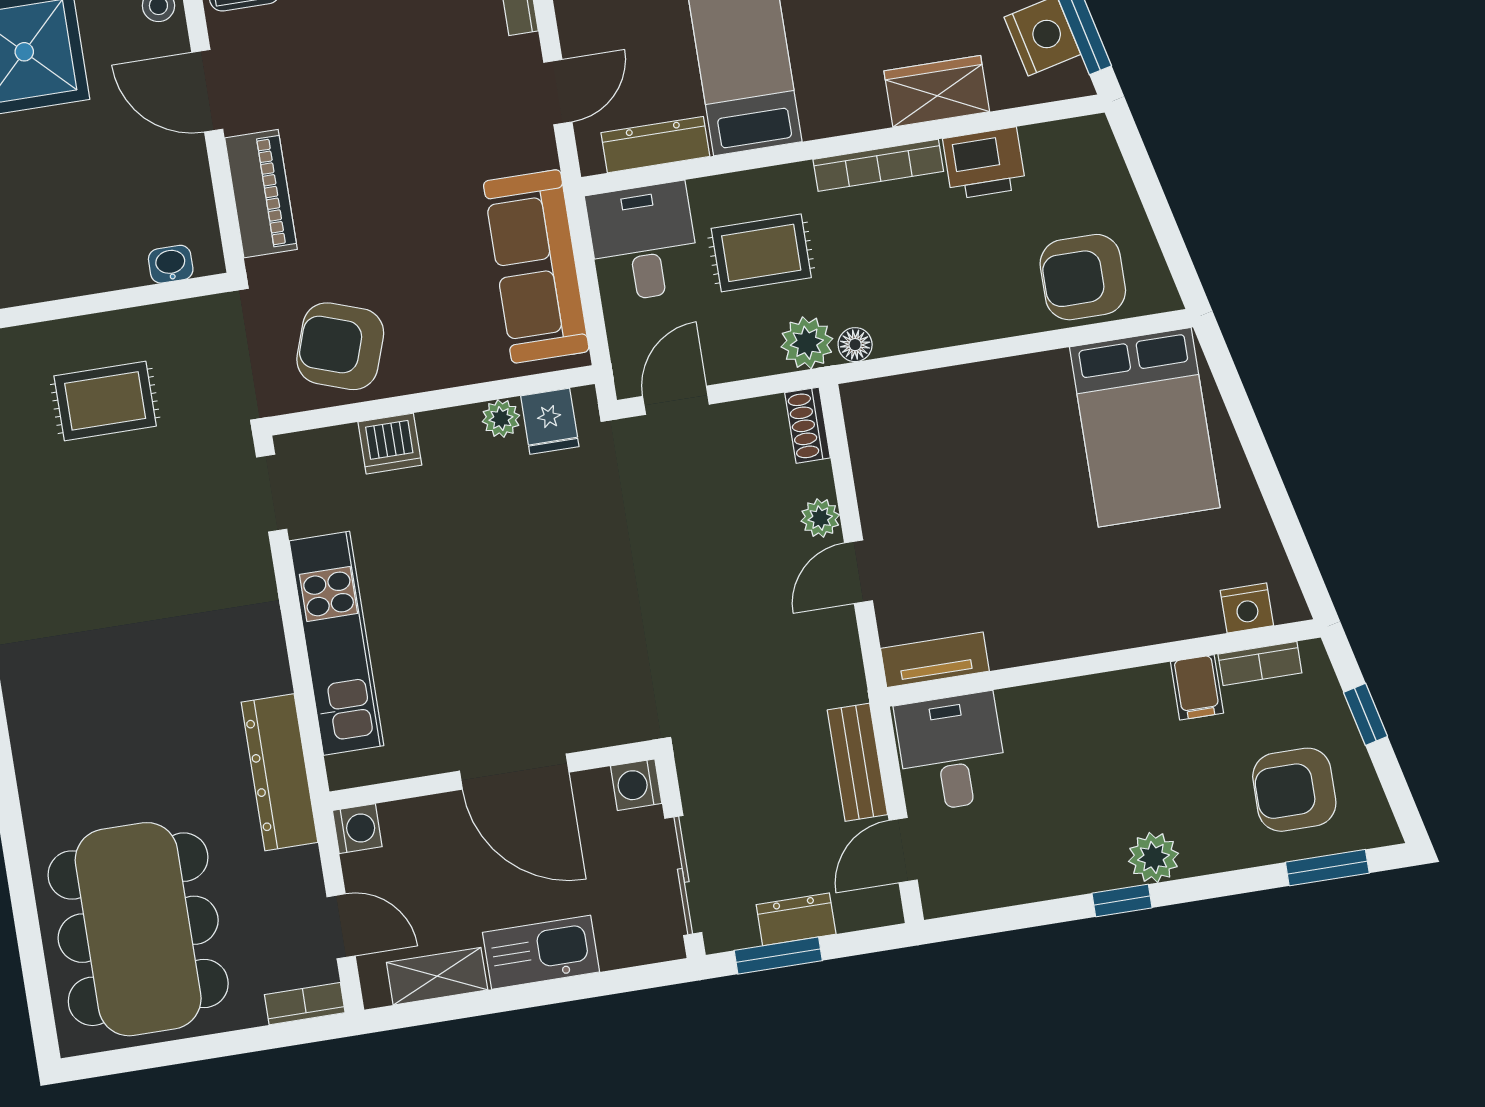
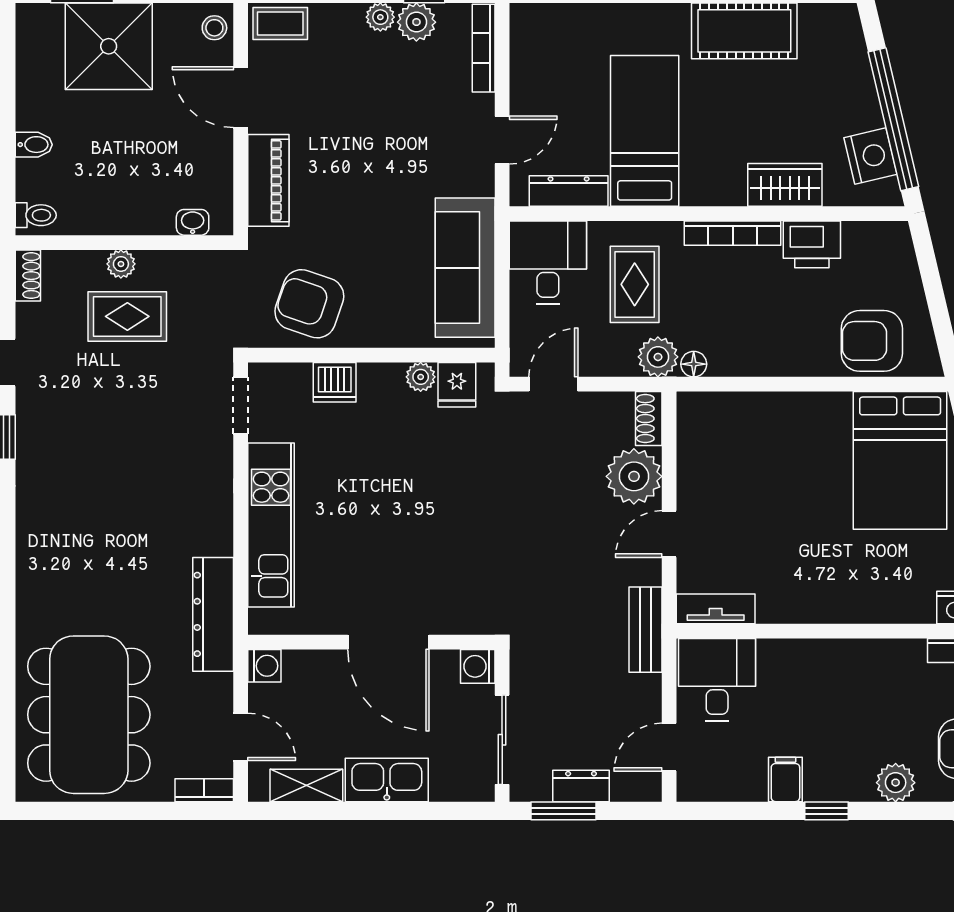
rug: (761, 253) -> (635, 284), turned 90
plant: (86, 334) -> (121, 264), added
plant: (820, 518) -> (634, 476), width x1.88, depth x1.88
filing cabinet: (1197, 687) -> (785, 779), moved, turned 180
bench: (857, 762) -> (646, 630), moved
plant: (1154, 857) -> (896, 783), moved

